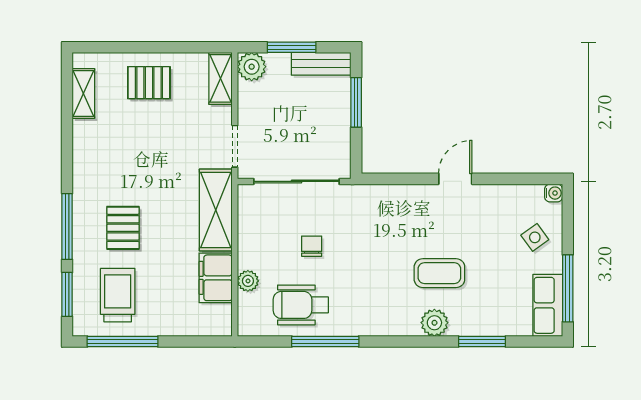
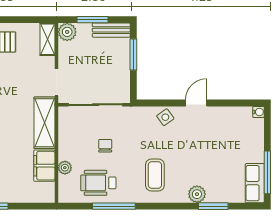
side table: (535, 237) -> (165, 117), moved
coffee table: (439, 273) -> (155, 175), moved, turned 90
plant: (434, 323) -> (197, 194), moved

